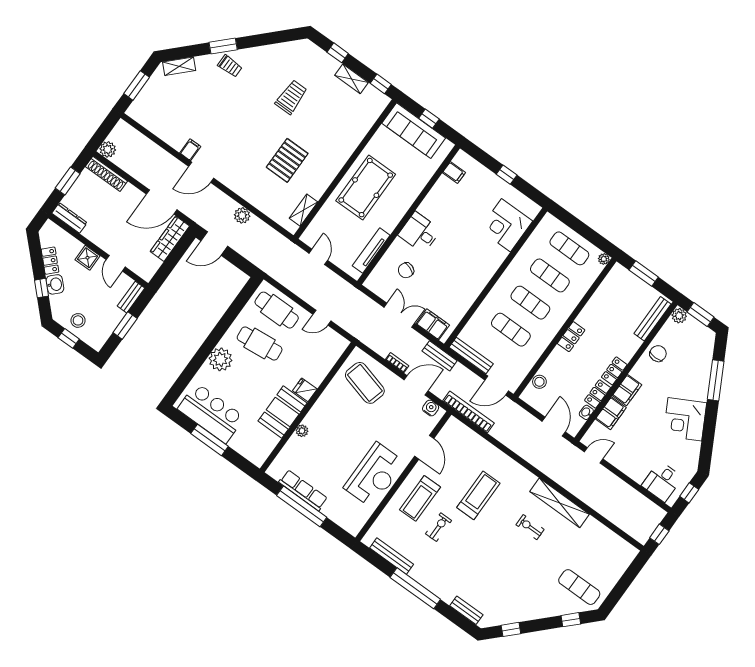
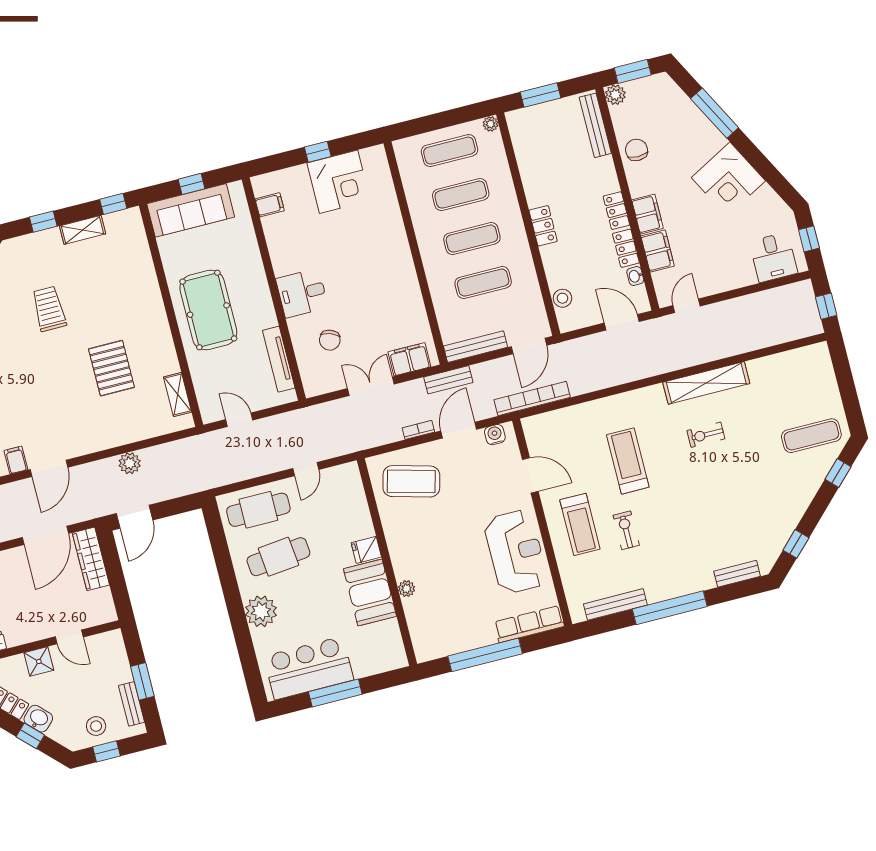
corner desk: (506, 225) -> (339, 182), moved, turned -90
bench: (131, 297) -> (132, 704), moved
row of seats: (303, 490) -> (529, 624), moved

